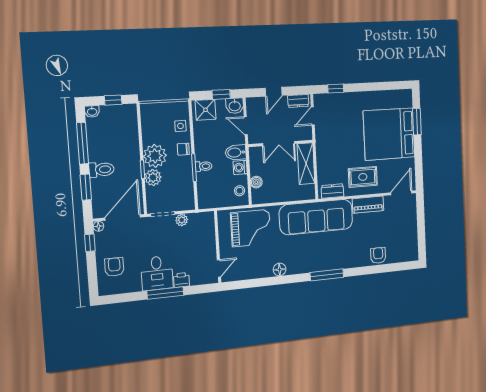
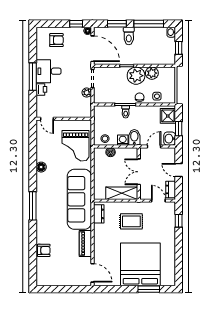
plant: (153, 177) -> (152, 73), moved
rug: (363, 177) -> (131, 221), moved, turned 90

